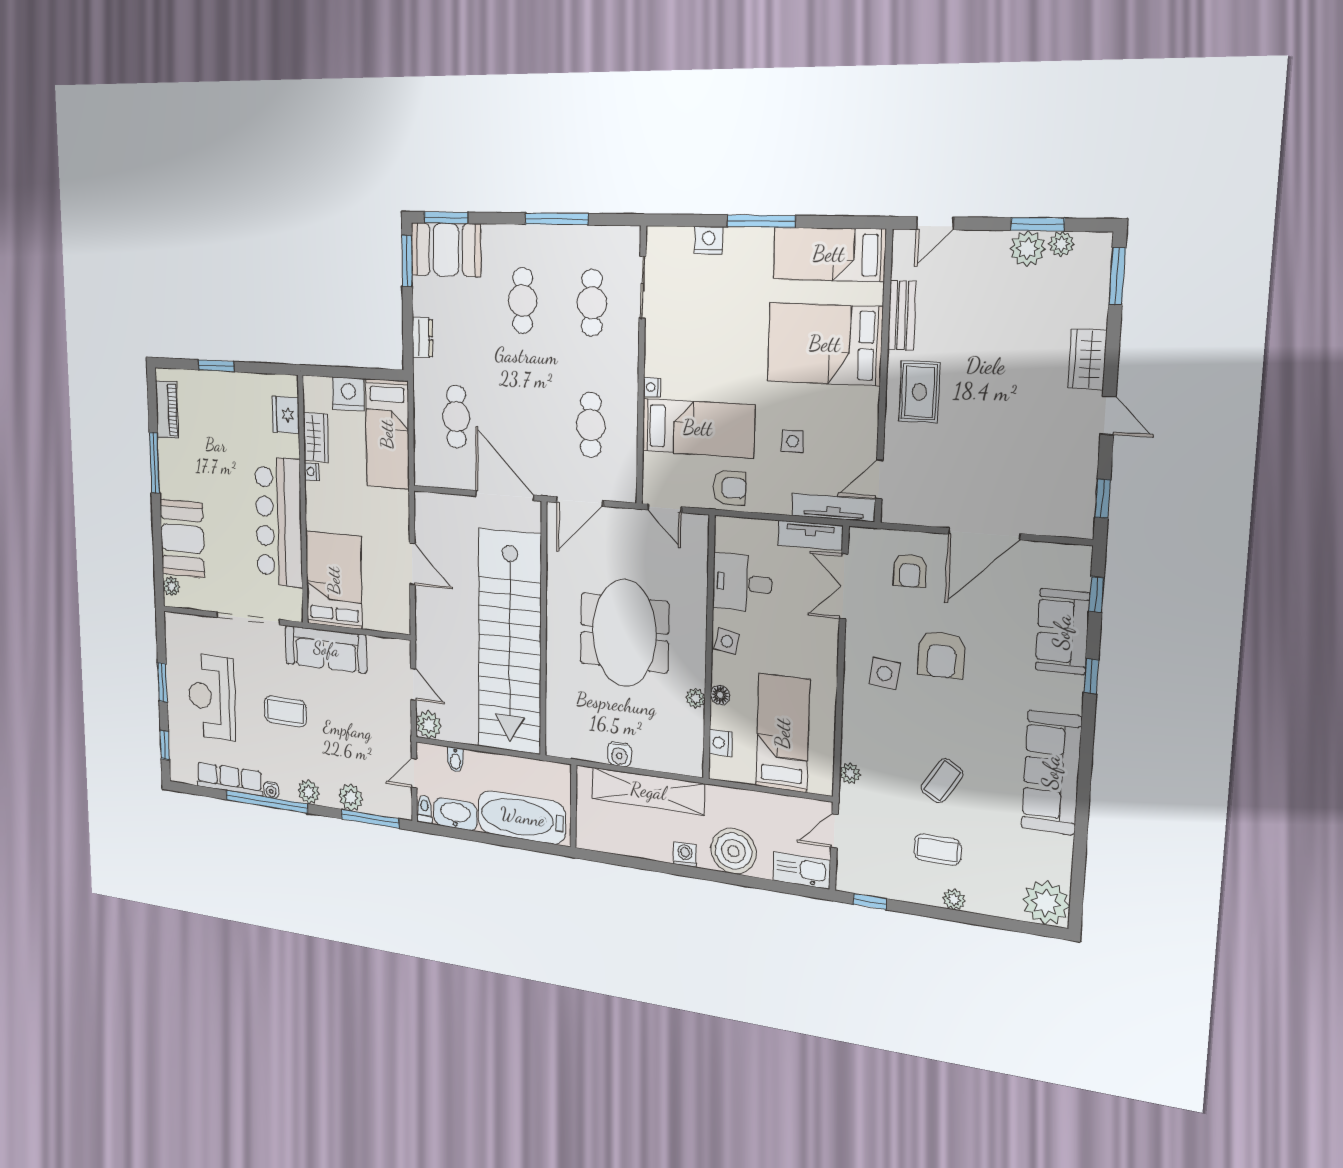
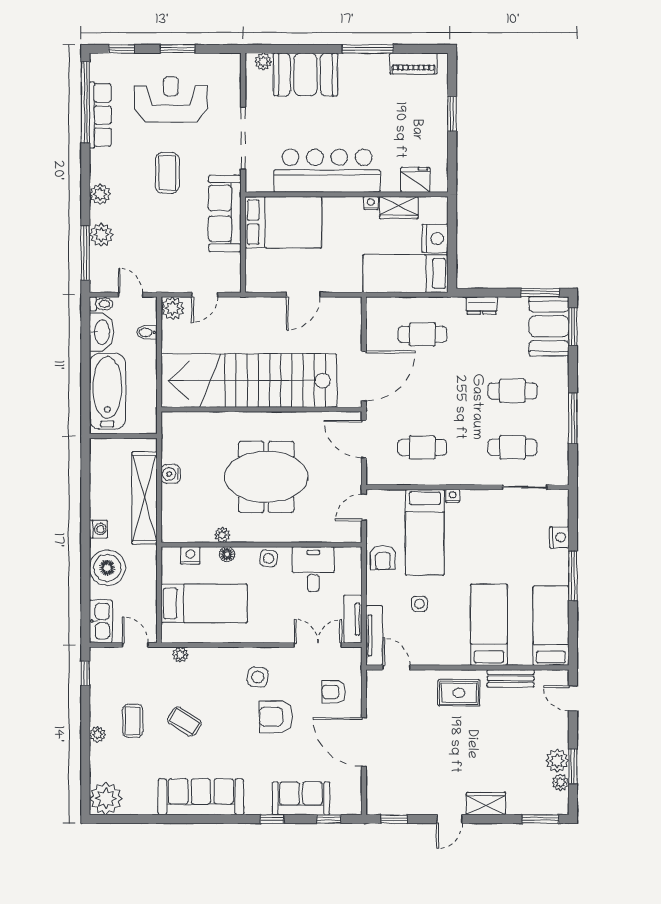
bed: (825, 344) -> (489, 625), width x0.67
water cooler: (271, 790) -> (96, 157), removed
window: (267, 802) -> (85, 102), moved

